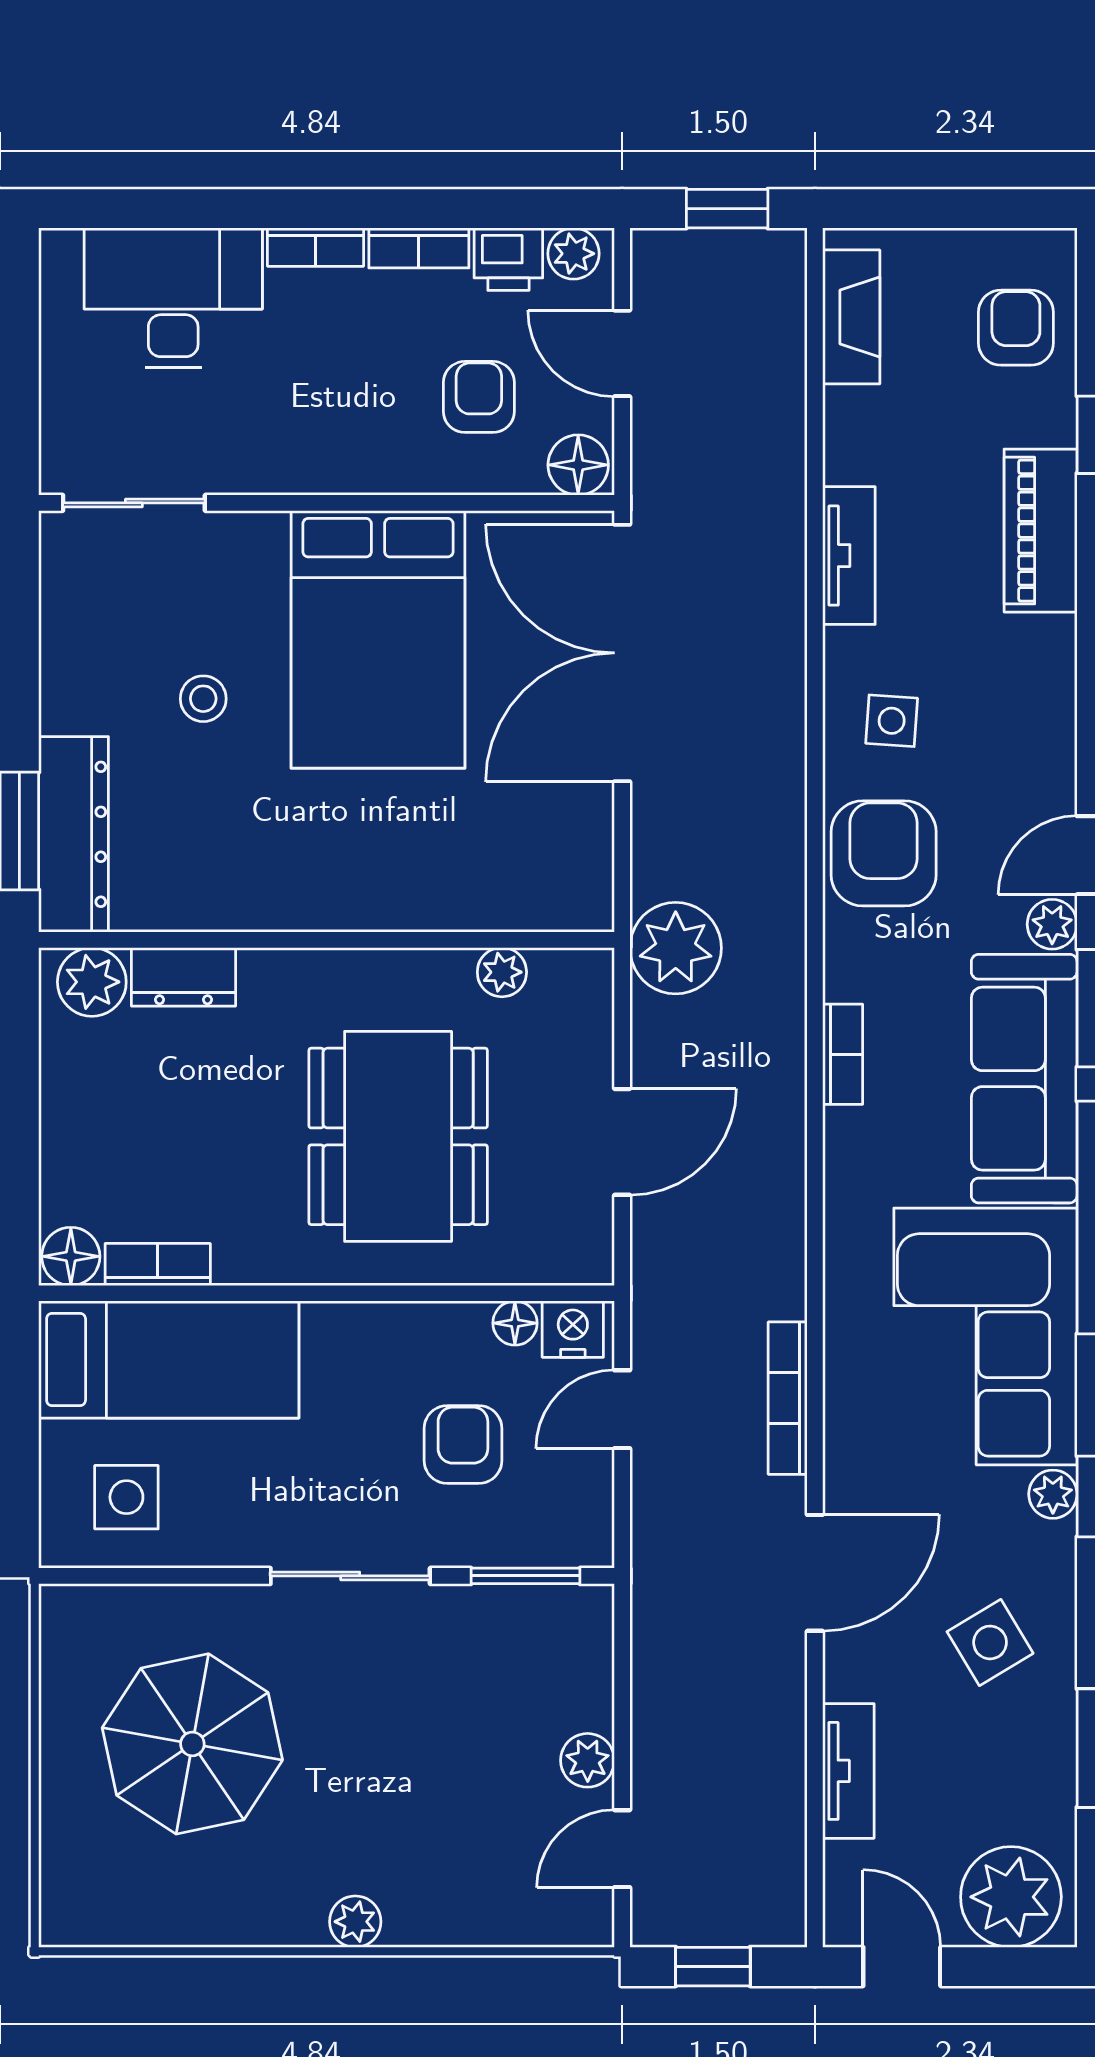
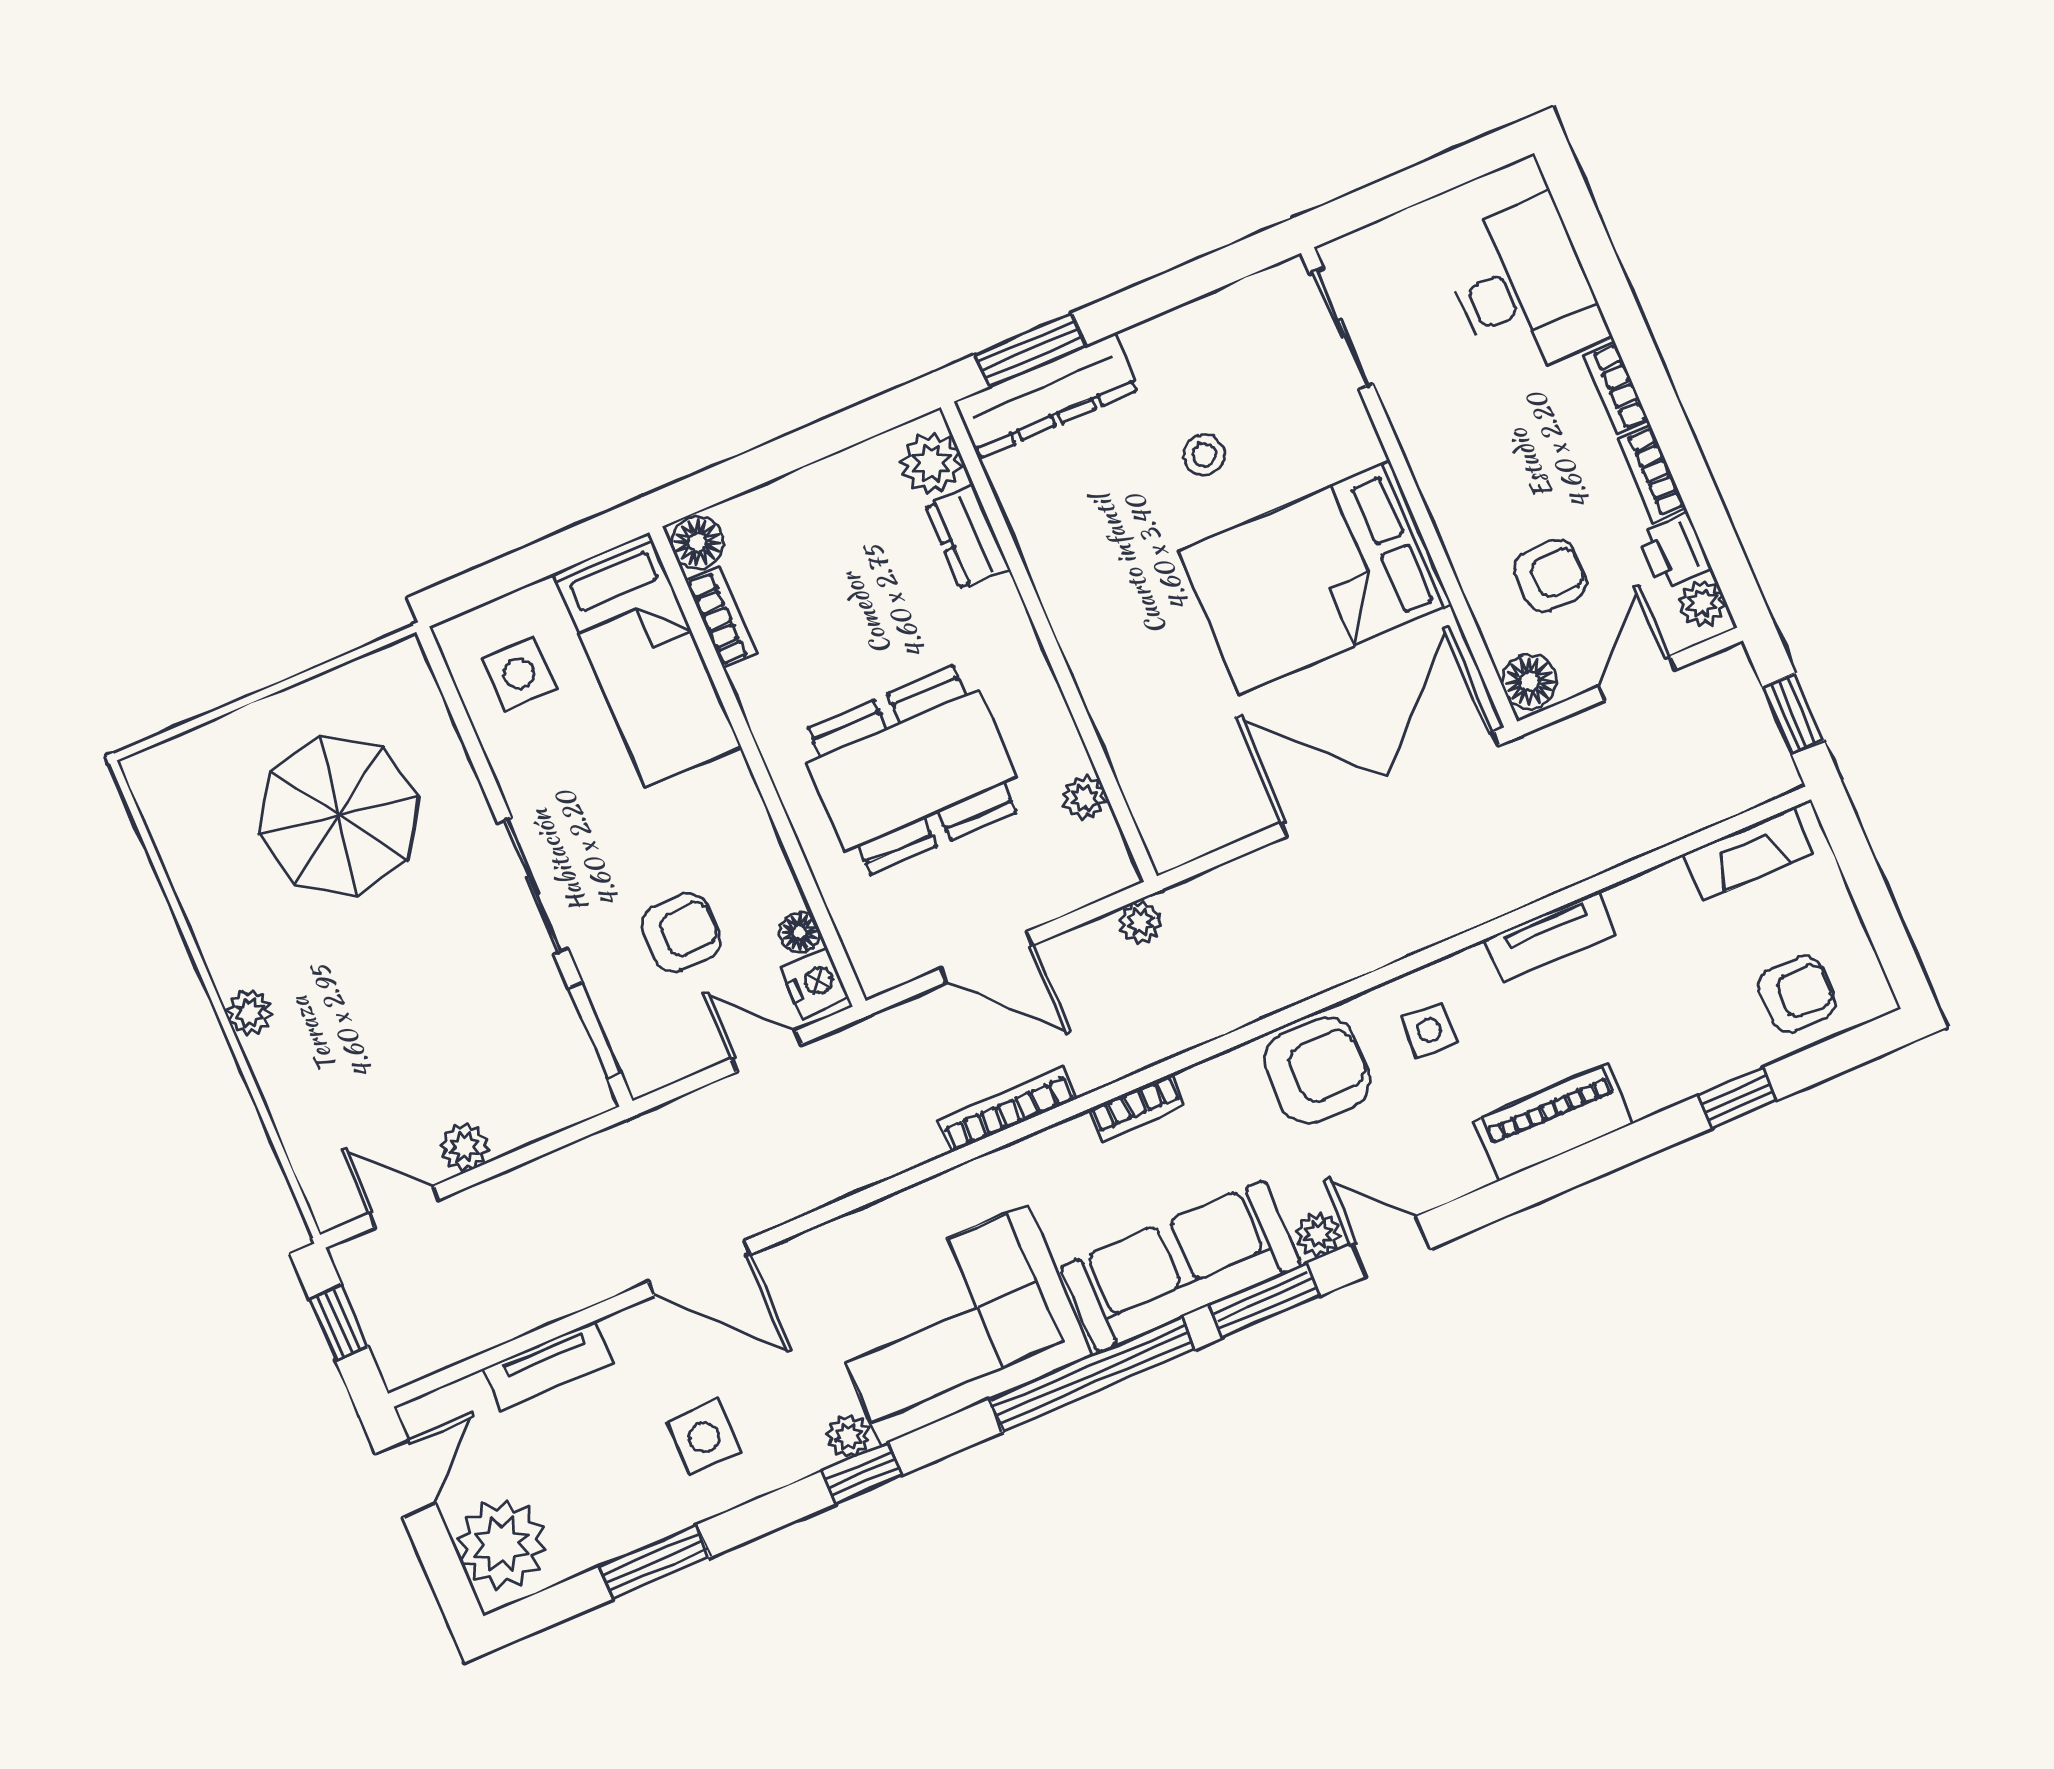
piano: (1041, 531) -> (1554, 1122), moved
plant: (676, 948) -> (1140, 922), width x0.53, depth x0.53
bookcase: (788, 1398) -> (1008, 1109), moved
side table: (990, 1642) -> (704, 1437), turned 31

